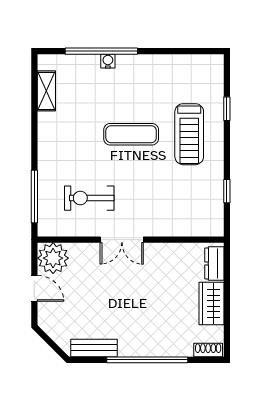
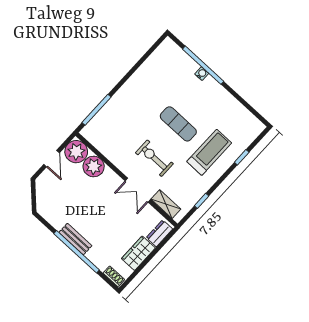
shelving: (46, 91) -> (166, 204), moved, turned 90
treadmill: (189, 134) -> (209, 152), turned 180
exercise bike: (89, 198) -> (154, 158), moved
double door: (122, 240) -> (138, 190), moved
plant: (85, 257) -> (94, 166), added
bench: (94, 348) -> (75, 239), moved

